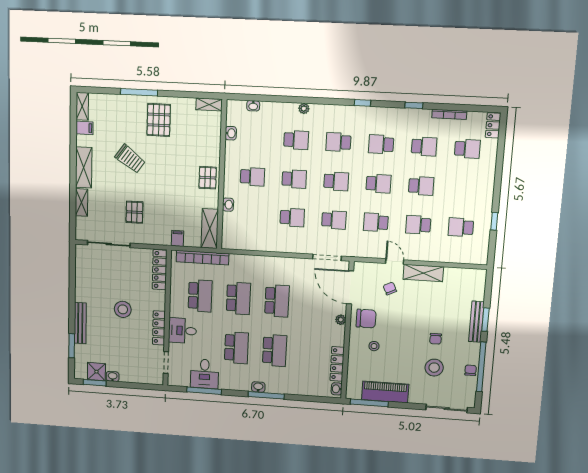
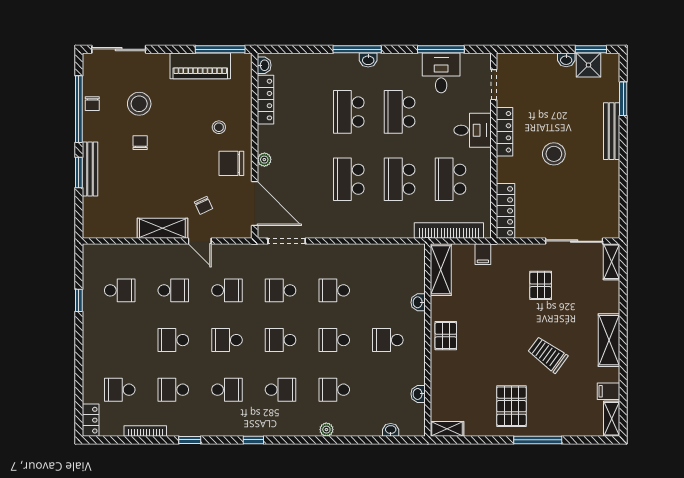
shelving: (81, 202) -> (611, 262), moved

